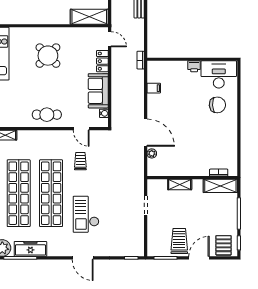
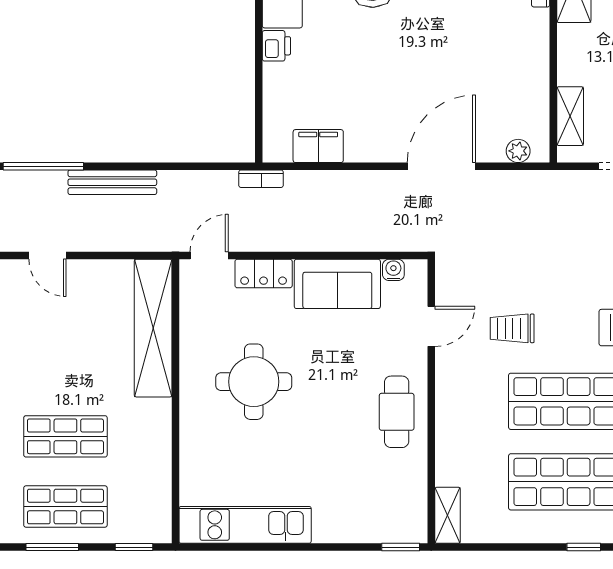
shelving: (89, 17) -> (153, 328), width x1.47
round table: (48, 56) -> (254, 382), moved, turned 45
filing cabinet: (154, 88) -> (318, 146), width x2.00
plant: (152, 153) -> (518, 151), moved
shelving: (180, 184) -> (570, 116), moved

